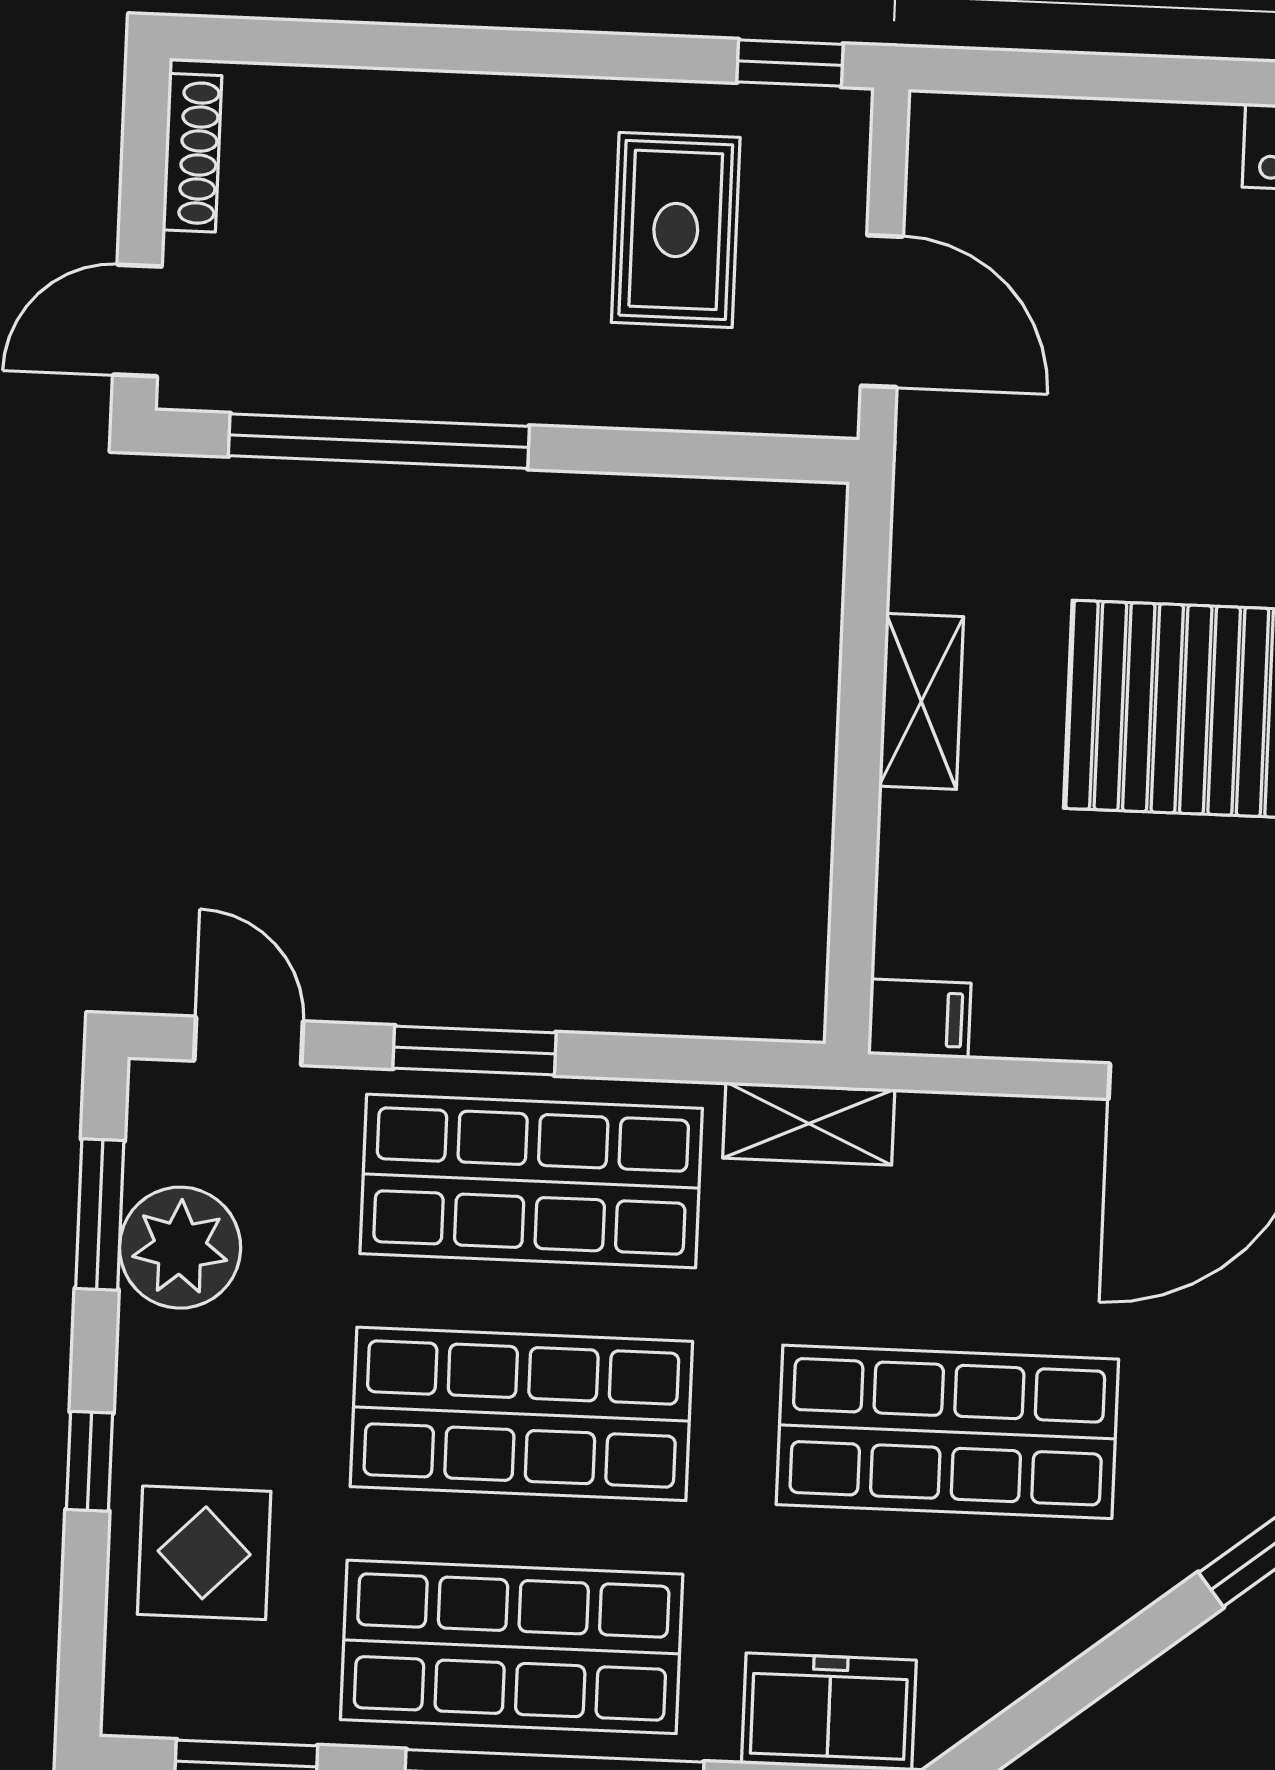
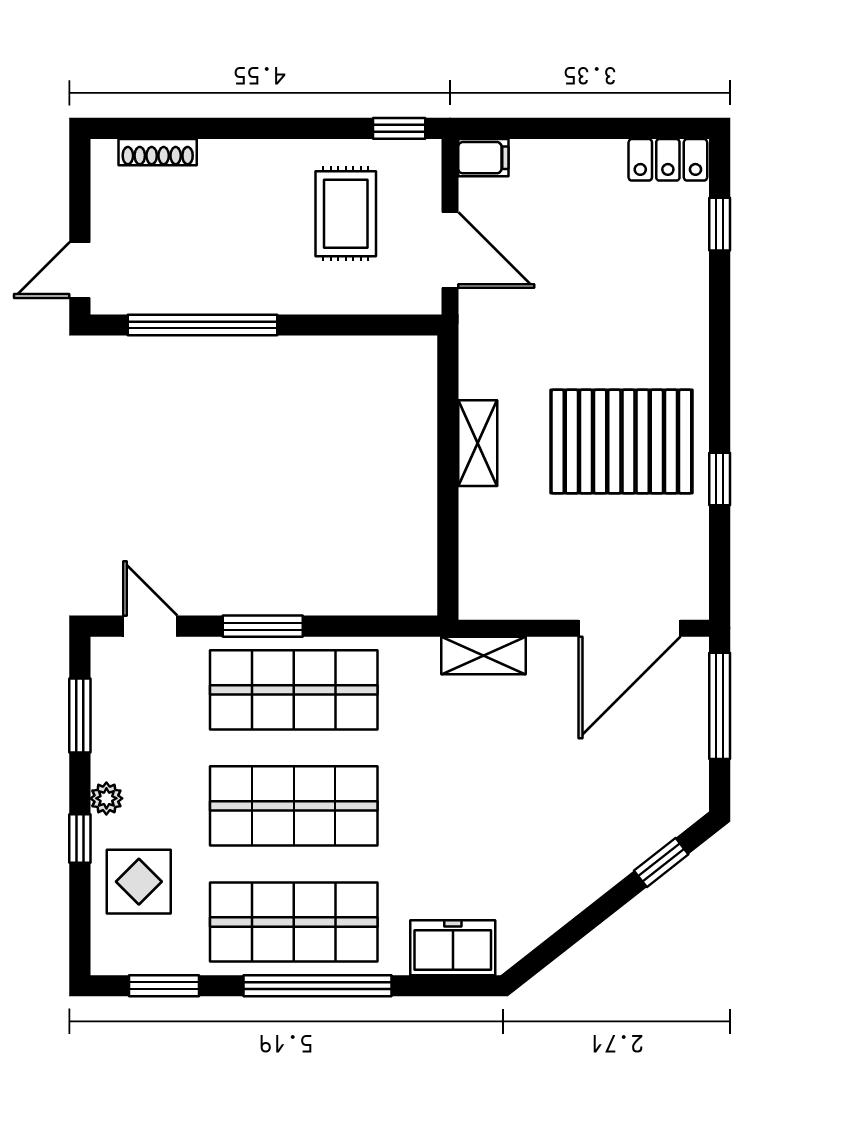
shoe rack: (192, 153) -> (158, 152), moved, turned 90
filing cabinet: (919, 1019) -> (483, 158), moved
shelving: (809, 1124) -> (484, 656), moved
plant: (180, 1248) -> (106, 798), moved, width x0.53, depth x0.53
shop shelf: (947, 1432) -> (506, 806), removed

